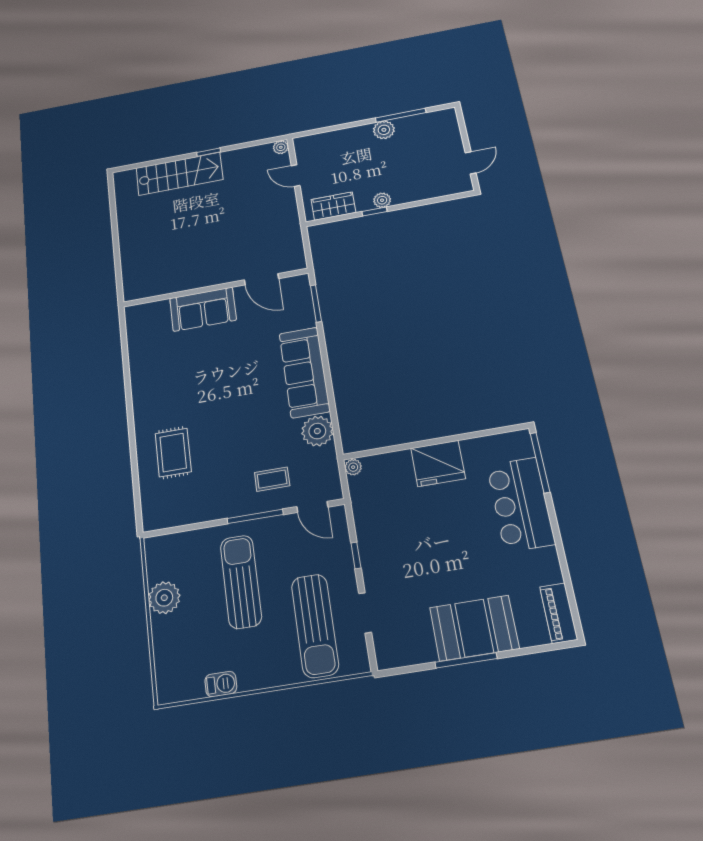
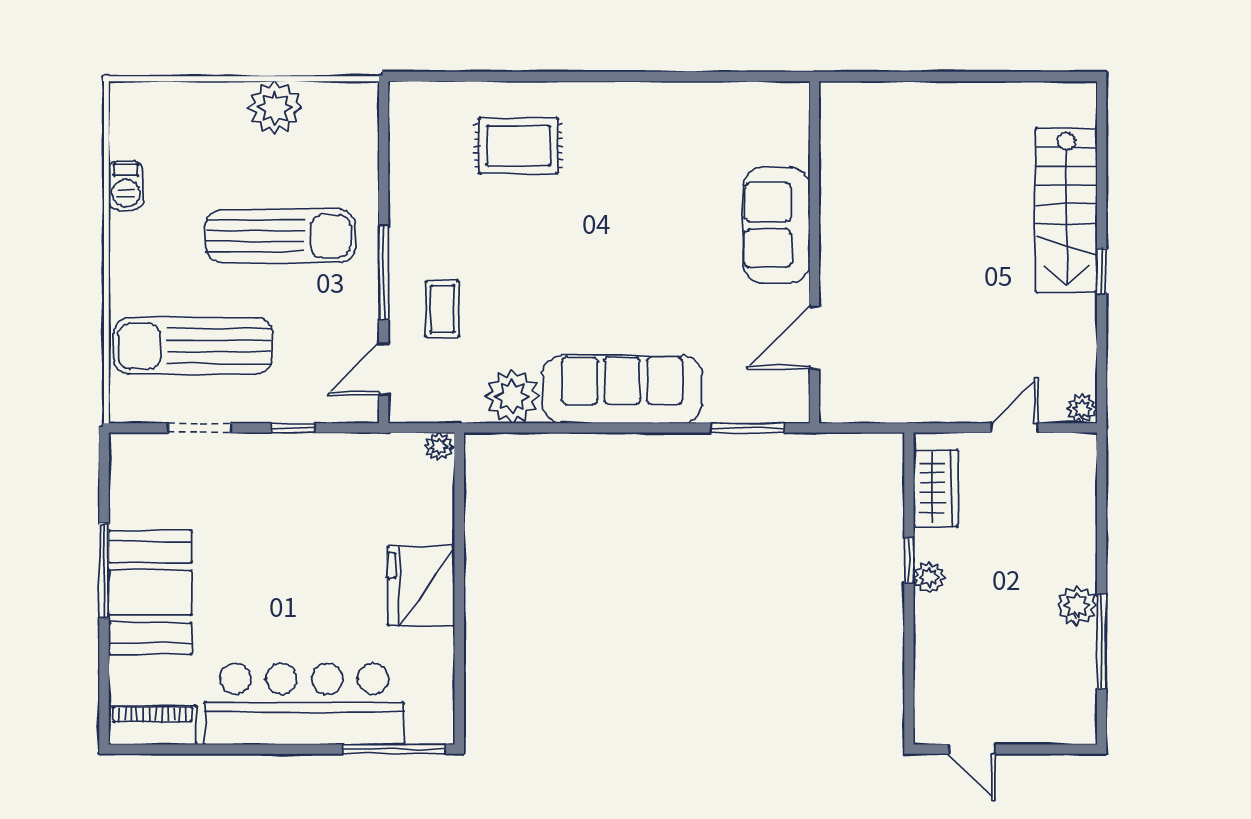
bar counter: (521, 504) -> (304, 704), width x1.36

